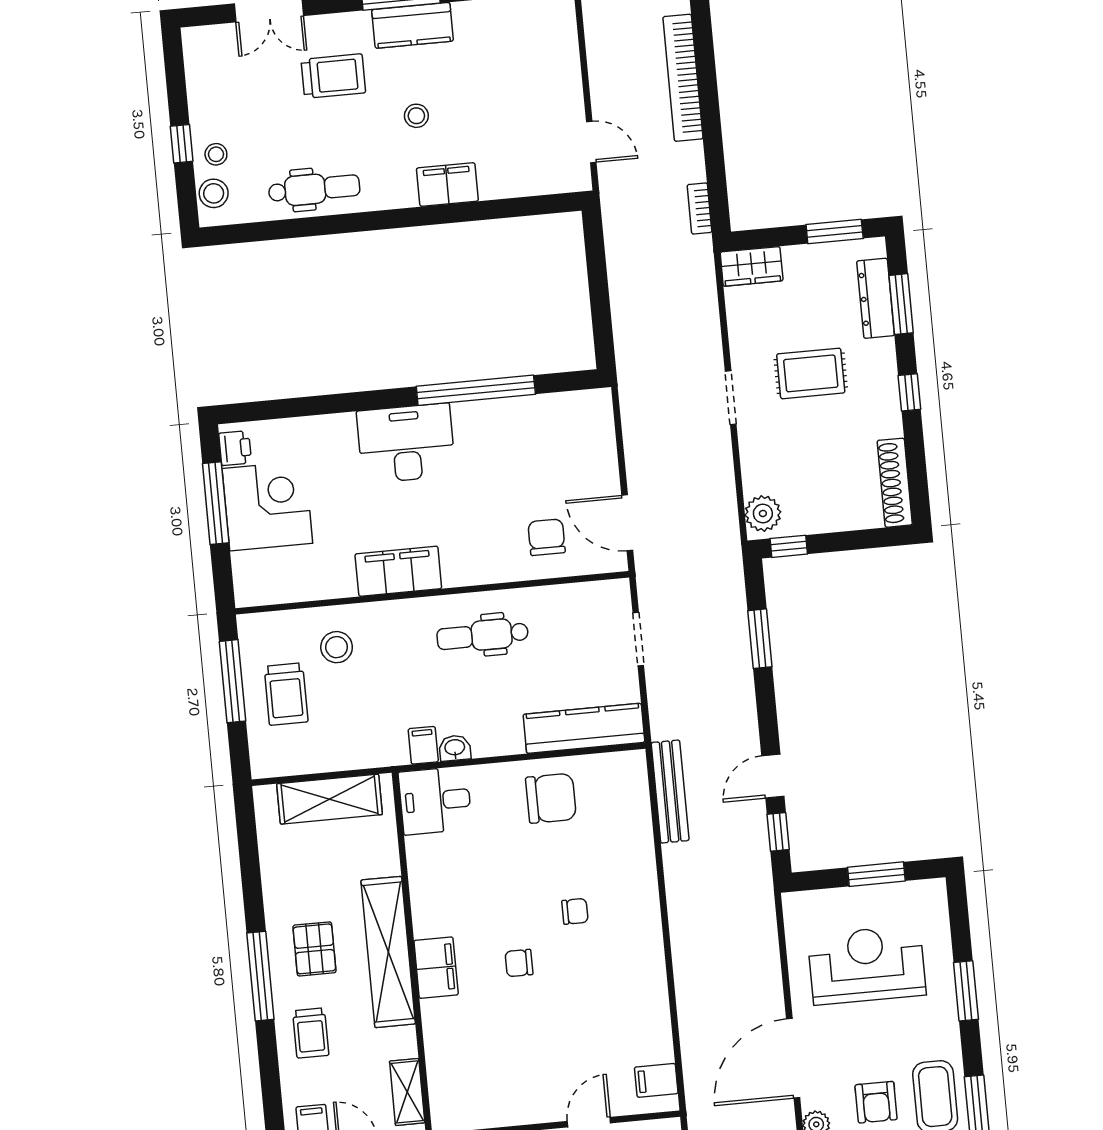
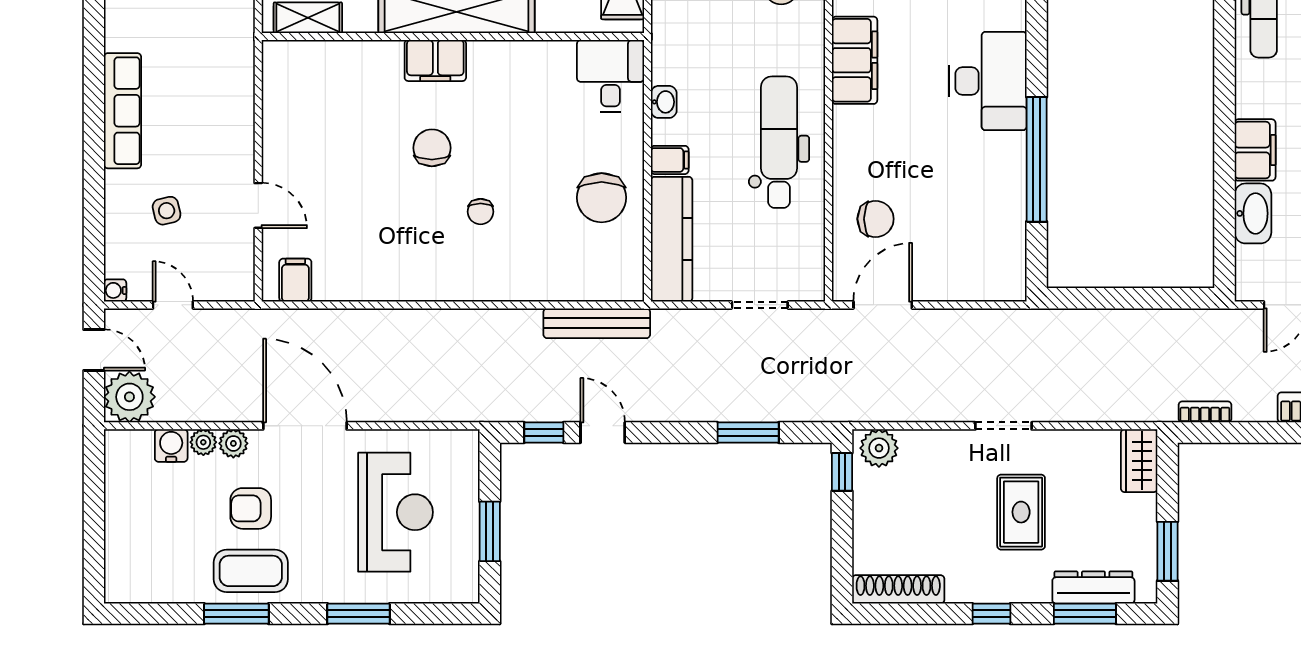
washbasin: (508, 181) -> (1253, 213), added
dental chair: (483, 635) -> (779, 142), width x1.36, depth x1.38
filing cabinet: (423, 745) -> (670, 160), moved
chair: (519, 963) -> (432, 148), width x1.37, depth x1.37

